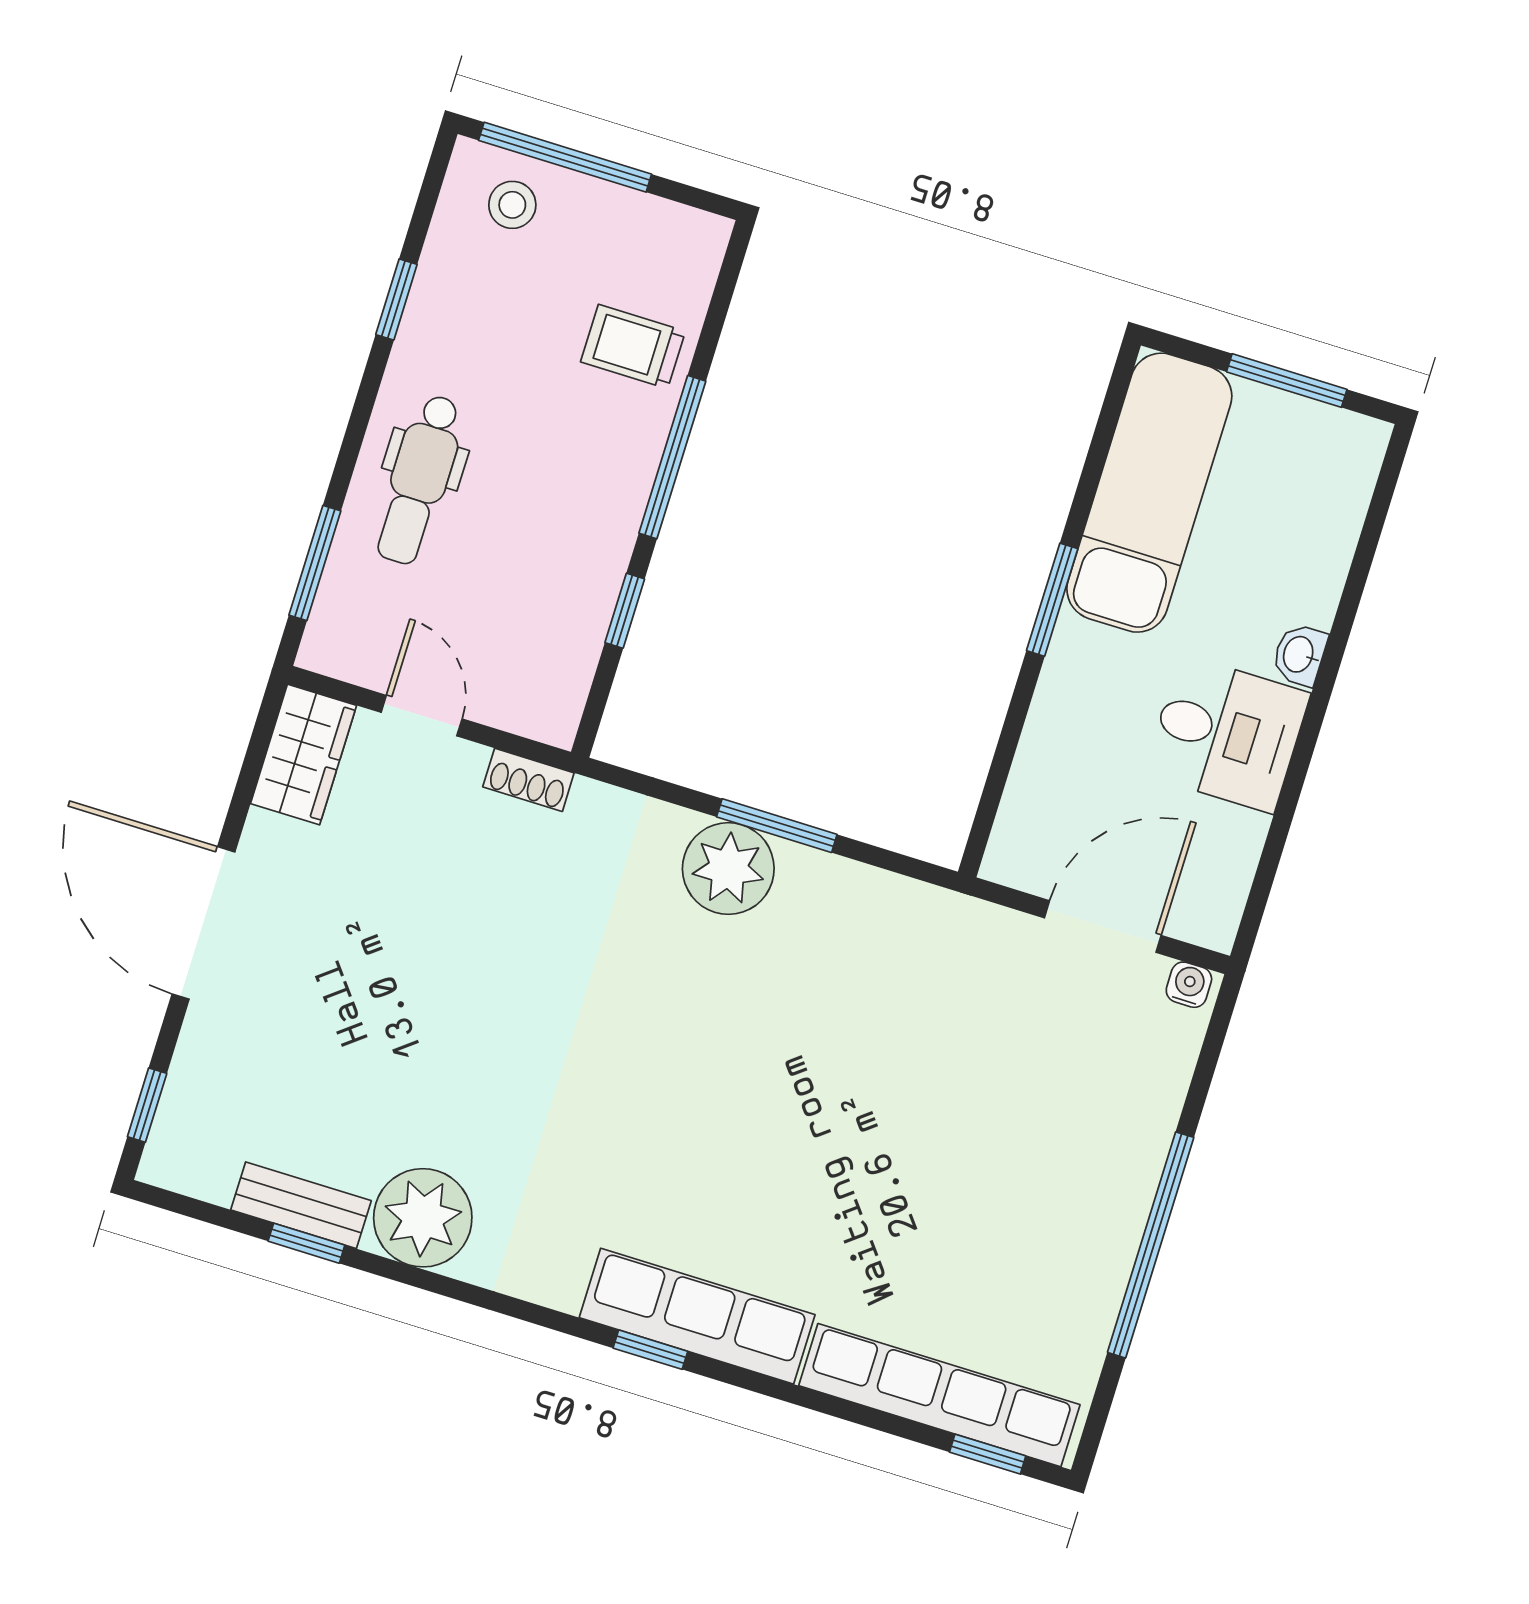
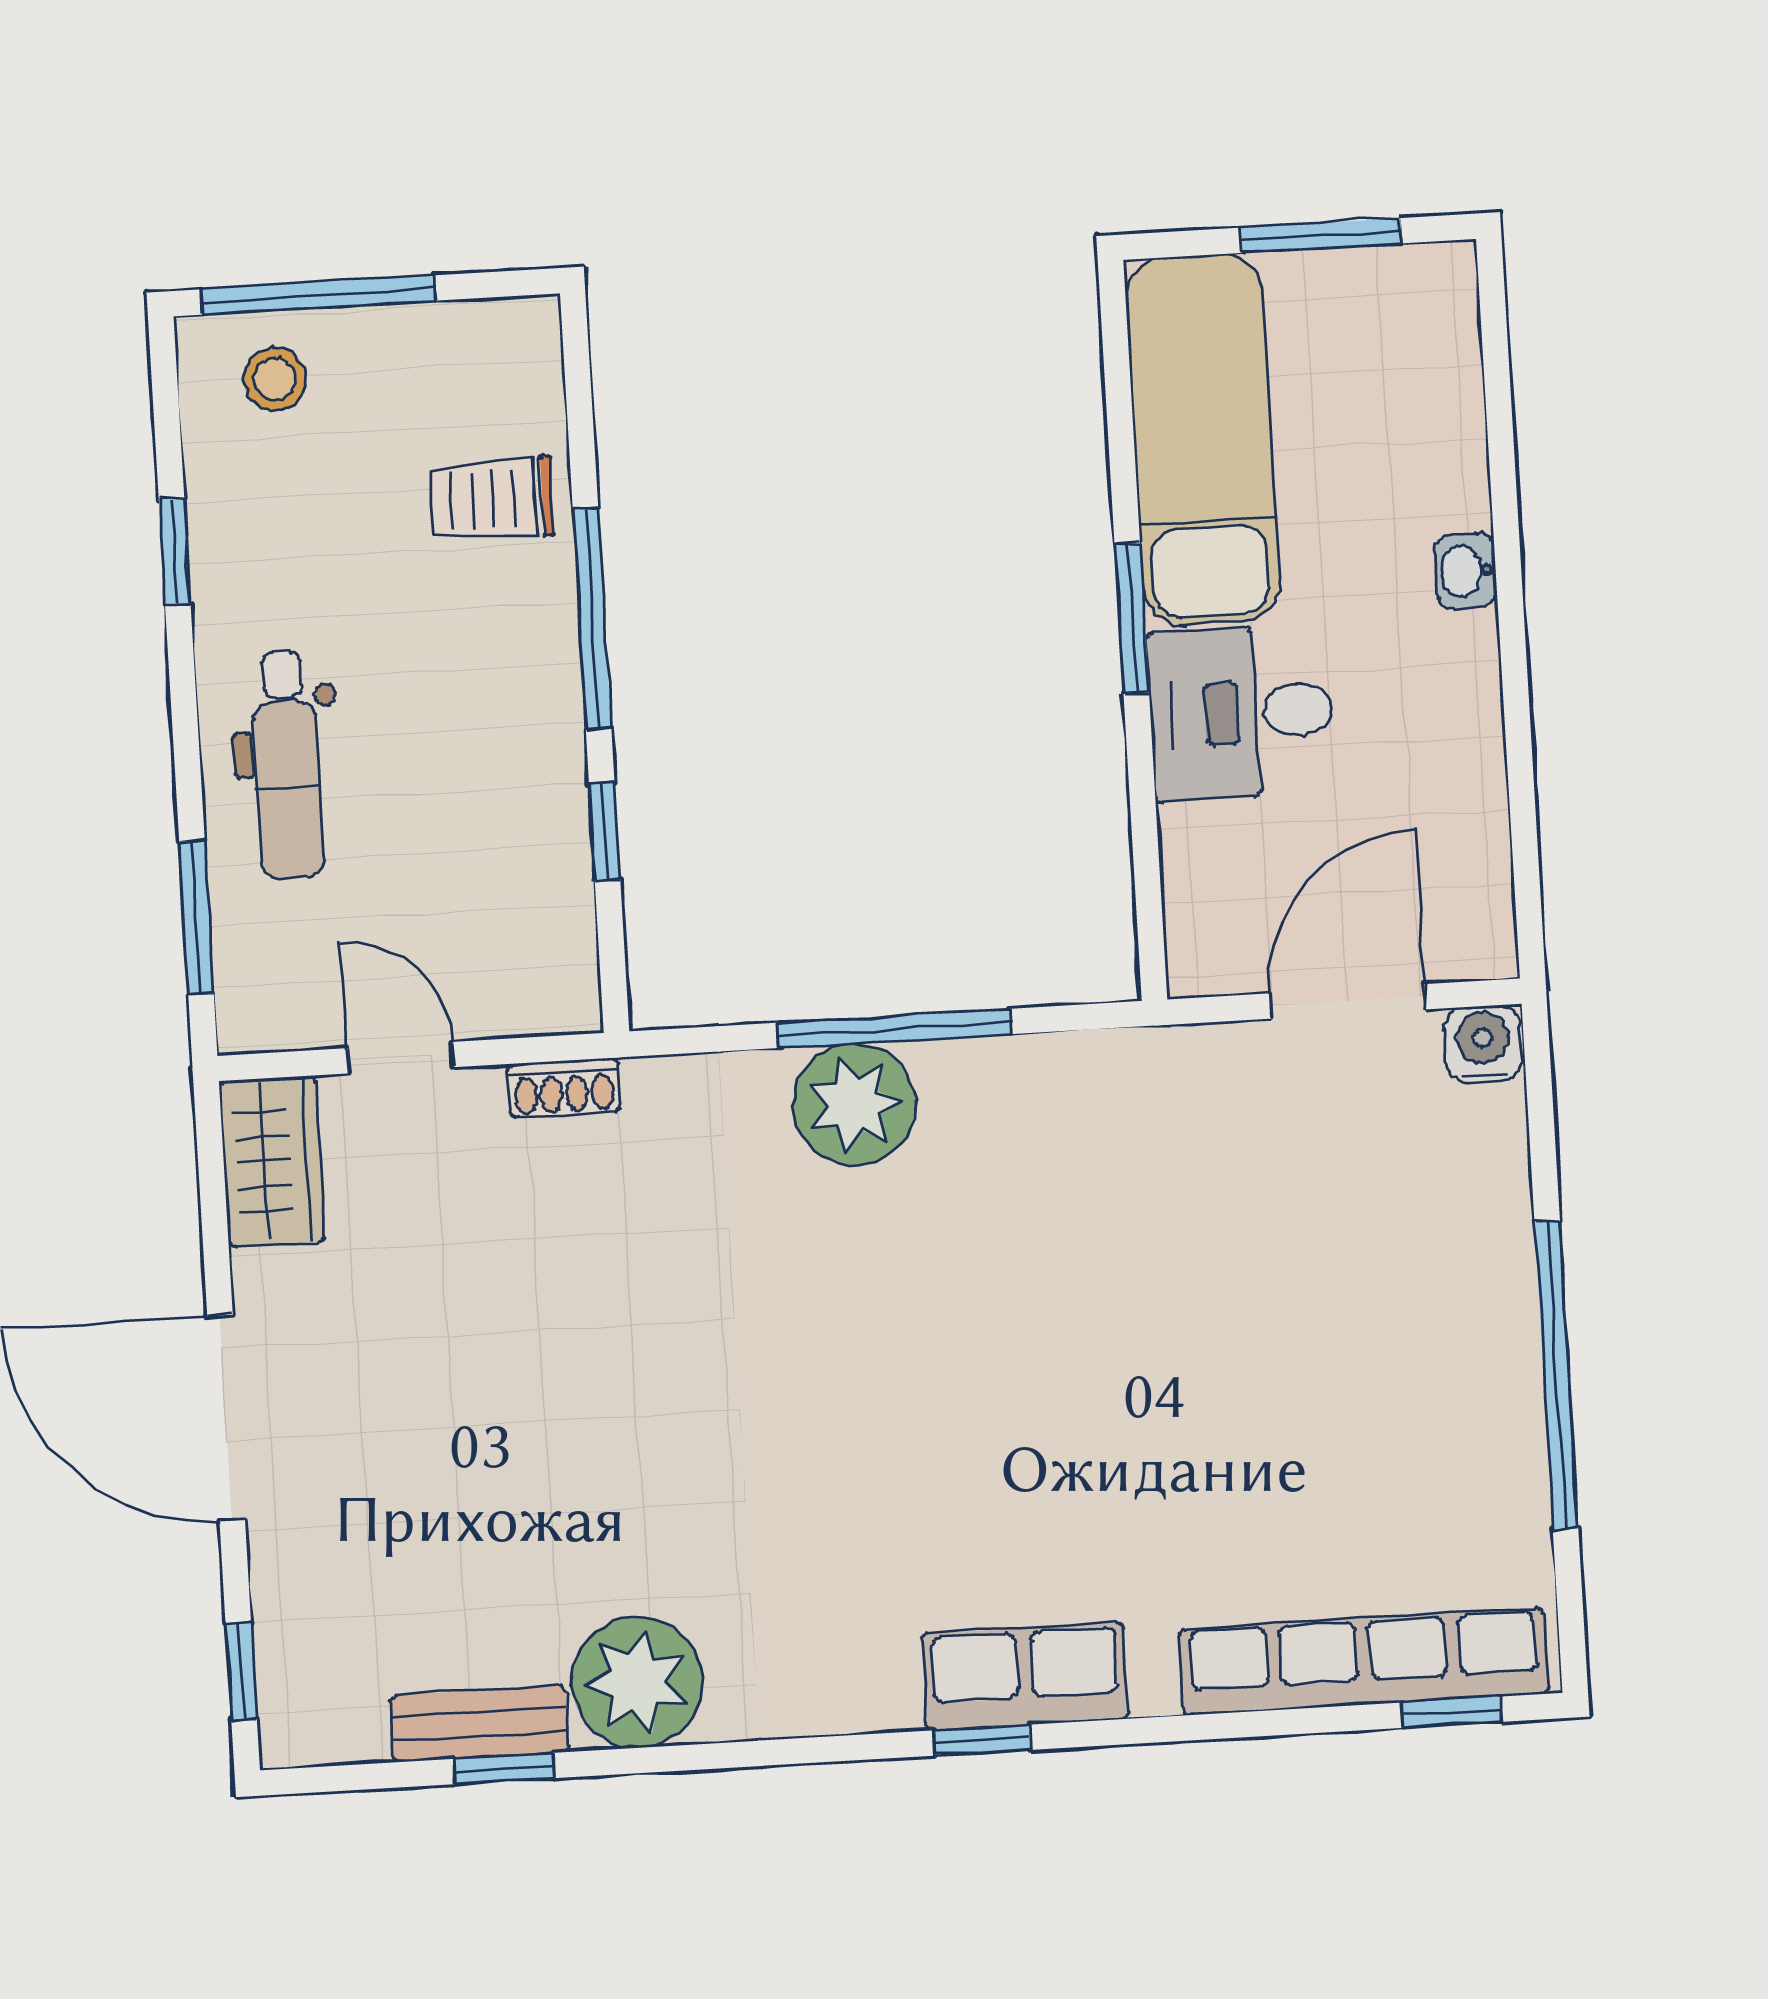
desk: (1227, 734) -> (1242, 713), moved, turned 180
window: (777, 826) -> (895, 1028), width x1.44
water cooler: (1189, 985) -> (1483, 1044), width x1.38, depth x1.38
row of seats: (697, 1316) -> (1025, 1676), width x0.68

